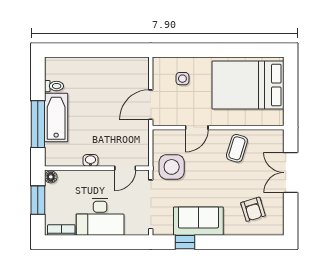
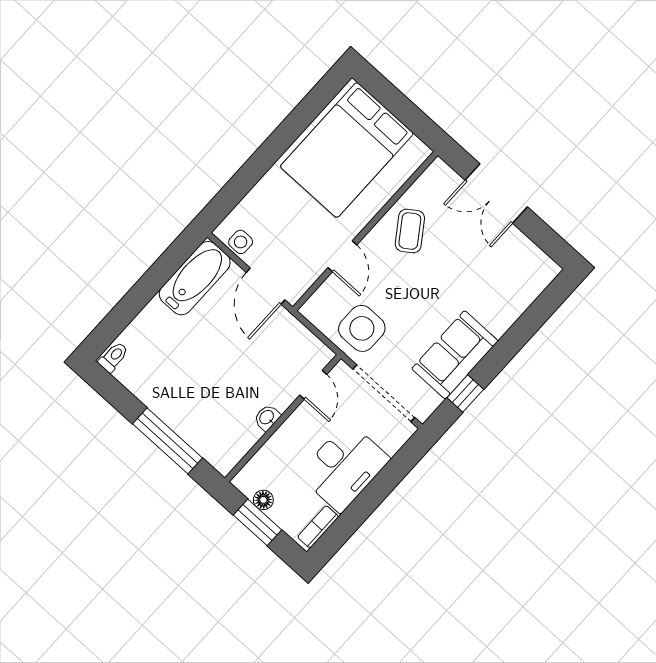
side table: (182, 79) -> (241, 242), moved
toilet: (54, 86) -> (113, 357), moved
bathtub: (56, 118) -> (195, 278), moved, turned 90
coffee table: (237, 148) -> (410, 231), turned 38
floor lamp: (51, 177) -> (263, 500), moved
armchair: (253, 209) -> (499, 277), removed

